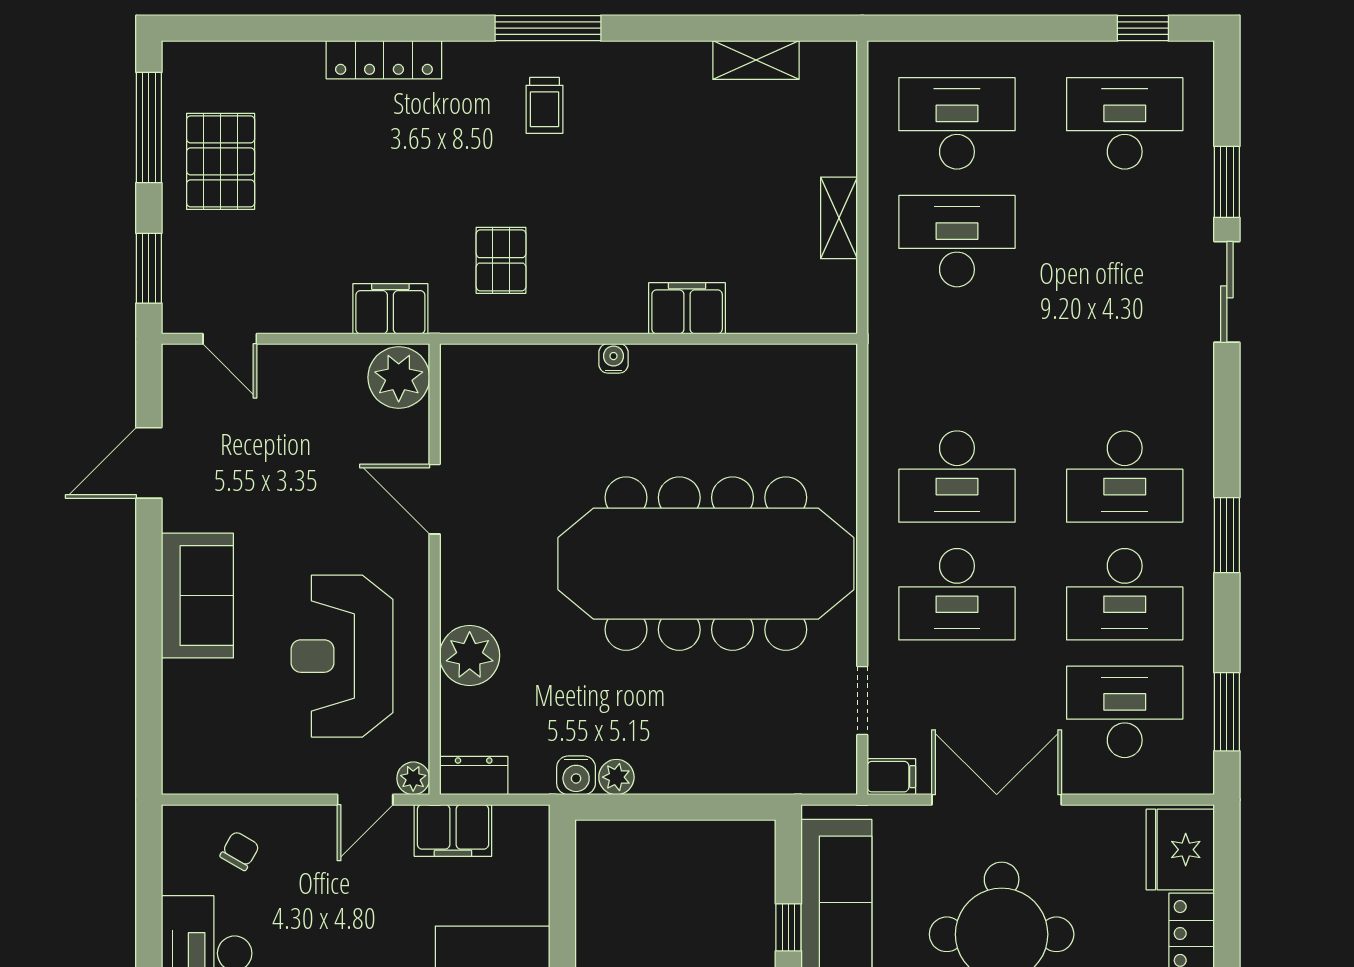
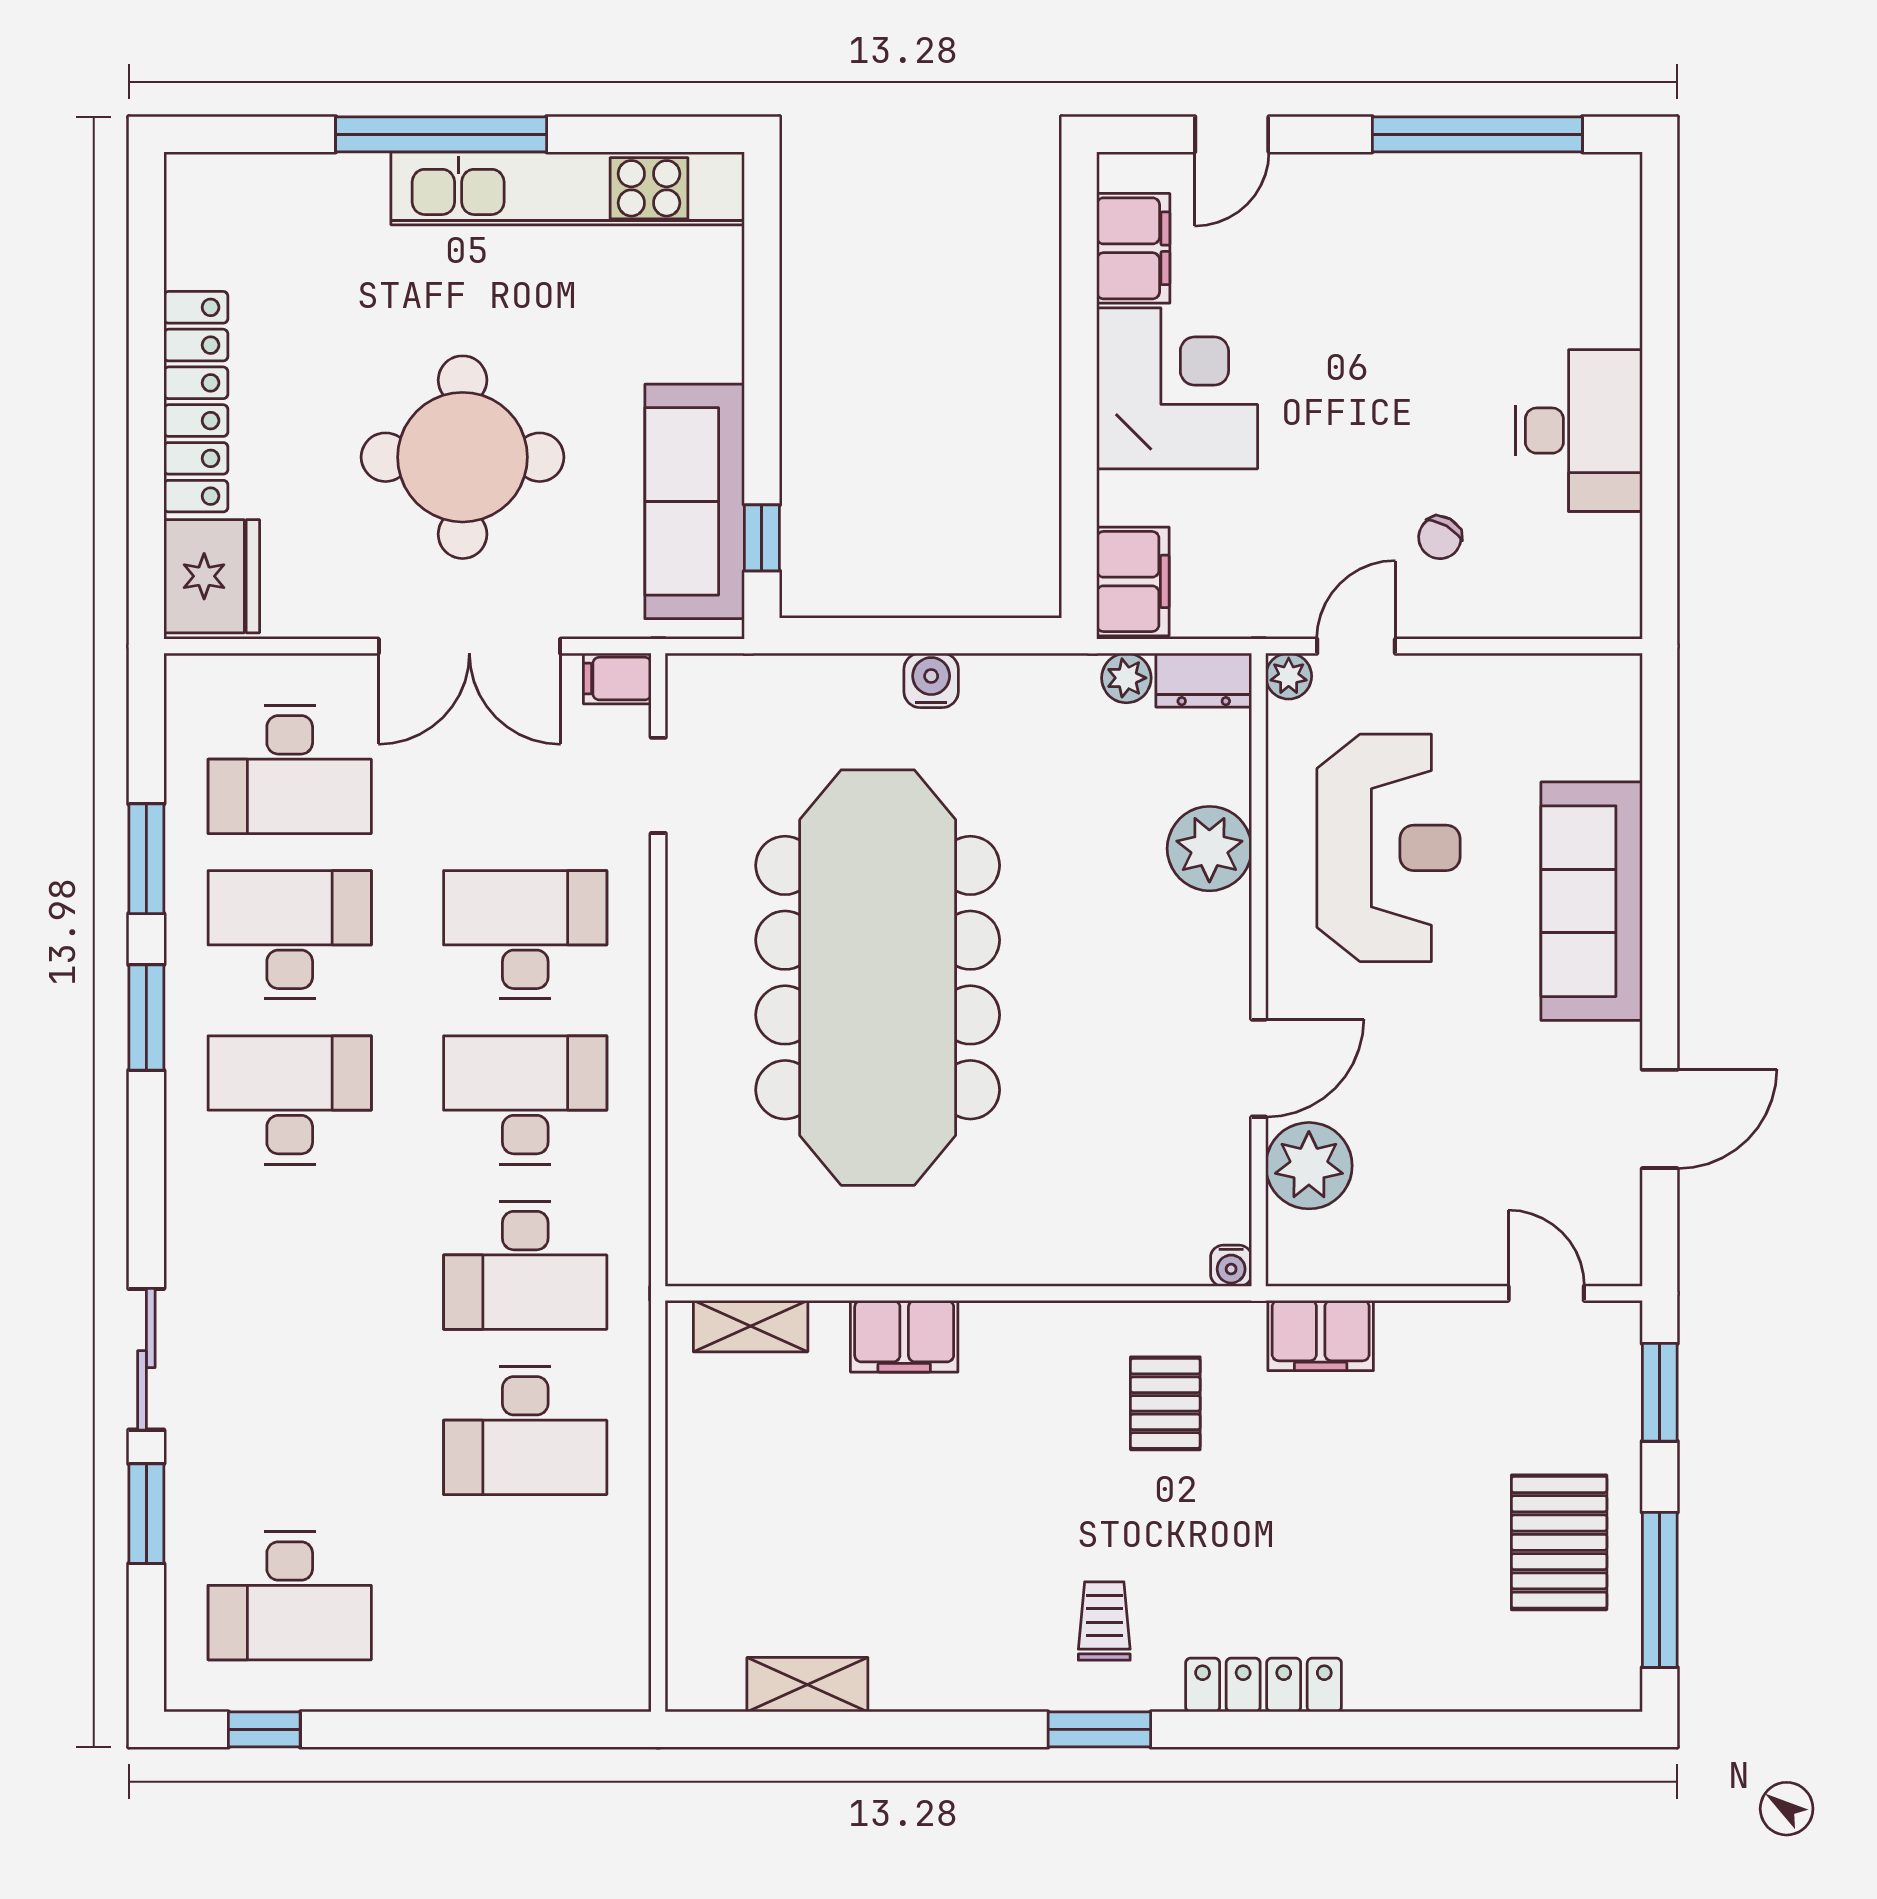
window: (548, 28) -> (1099, 1729), width x0.69
locker: (384, 60) -> (1263, 1685), moved
desk: (957, 123) -> (525, 1265), moved
shelving: (839, 218) -> (751, 1326), moved, turned 90
water cooler: (613, 358) -> (1231, 1266), moved
plant: (399, 377) -> (1309, 1166), moved
door: (435, 499) -> (1259, 1068), hinge flipped
meeting table: (706, 564) -> (878, 978), turned 90
sofa: (197, 596) -> (1592, 901), width x1.36
window: (1227, 712) -> (146, 859), moved
water cooler: (576, 775) -> (931, 680), moved
plant: (616, 777) -> (1126, 678), moved
filing cabinet: (453, 831) -> (1133, 581), moved, turned 90
chair: (240, 851) -> (1440, 538), moved
window: (788, 927) -> (762, 538), moved

